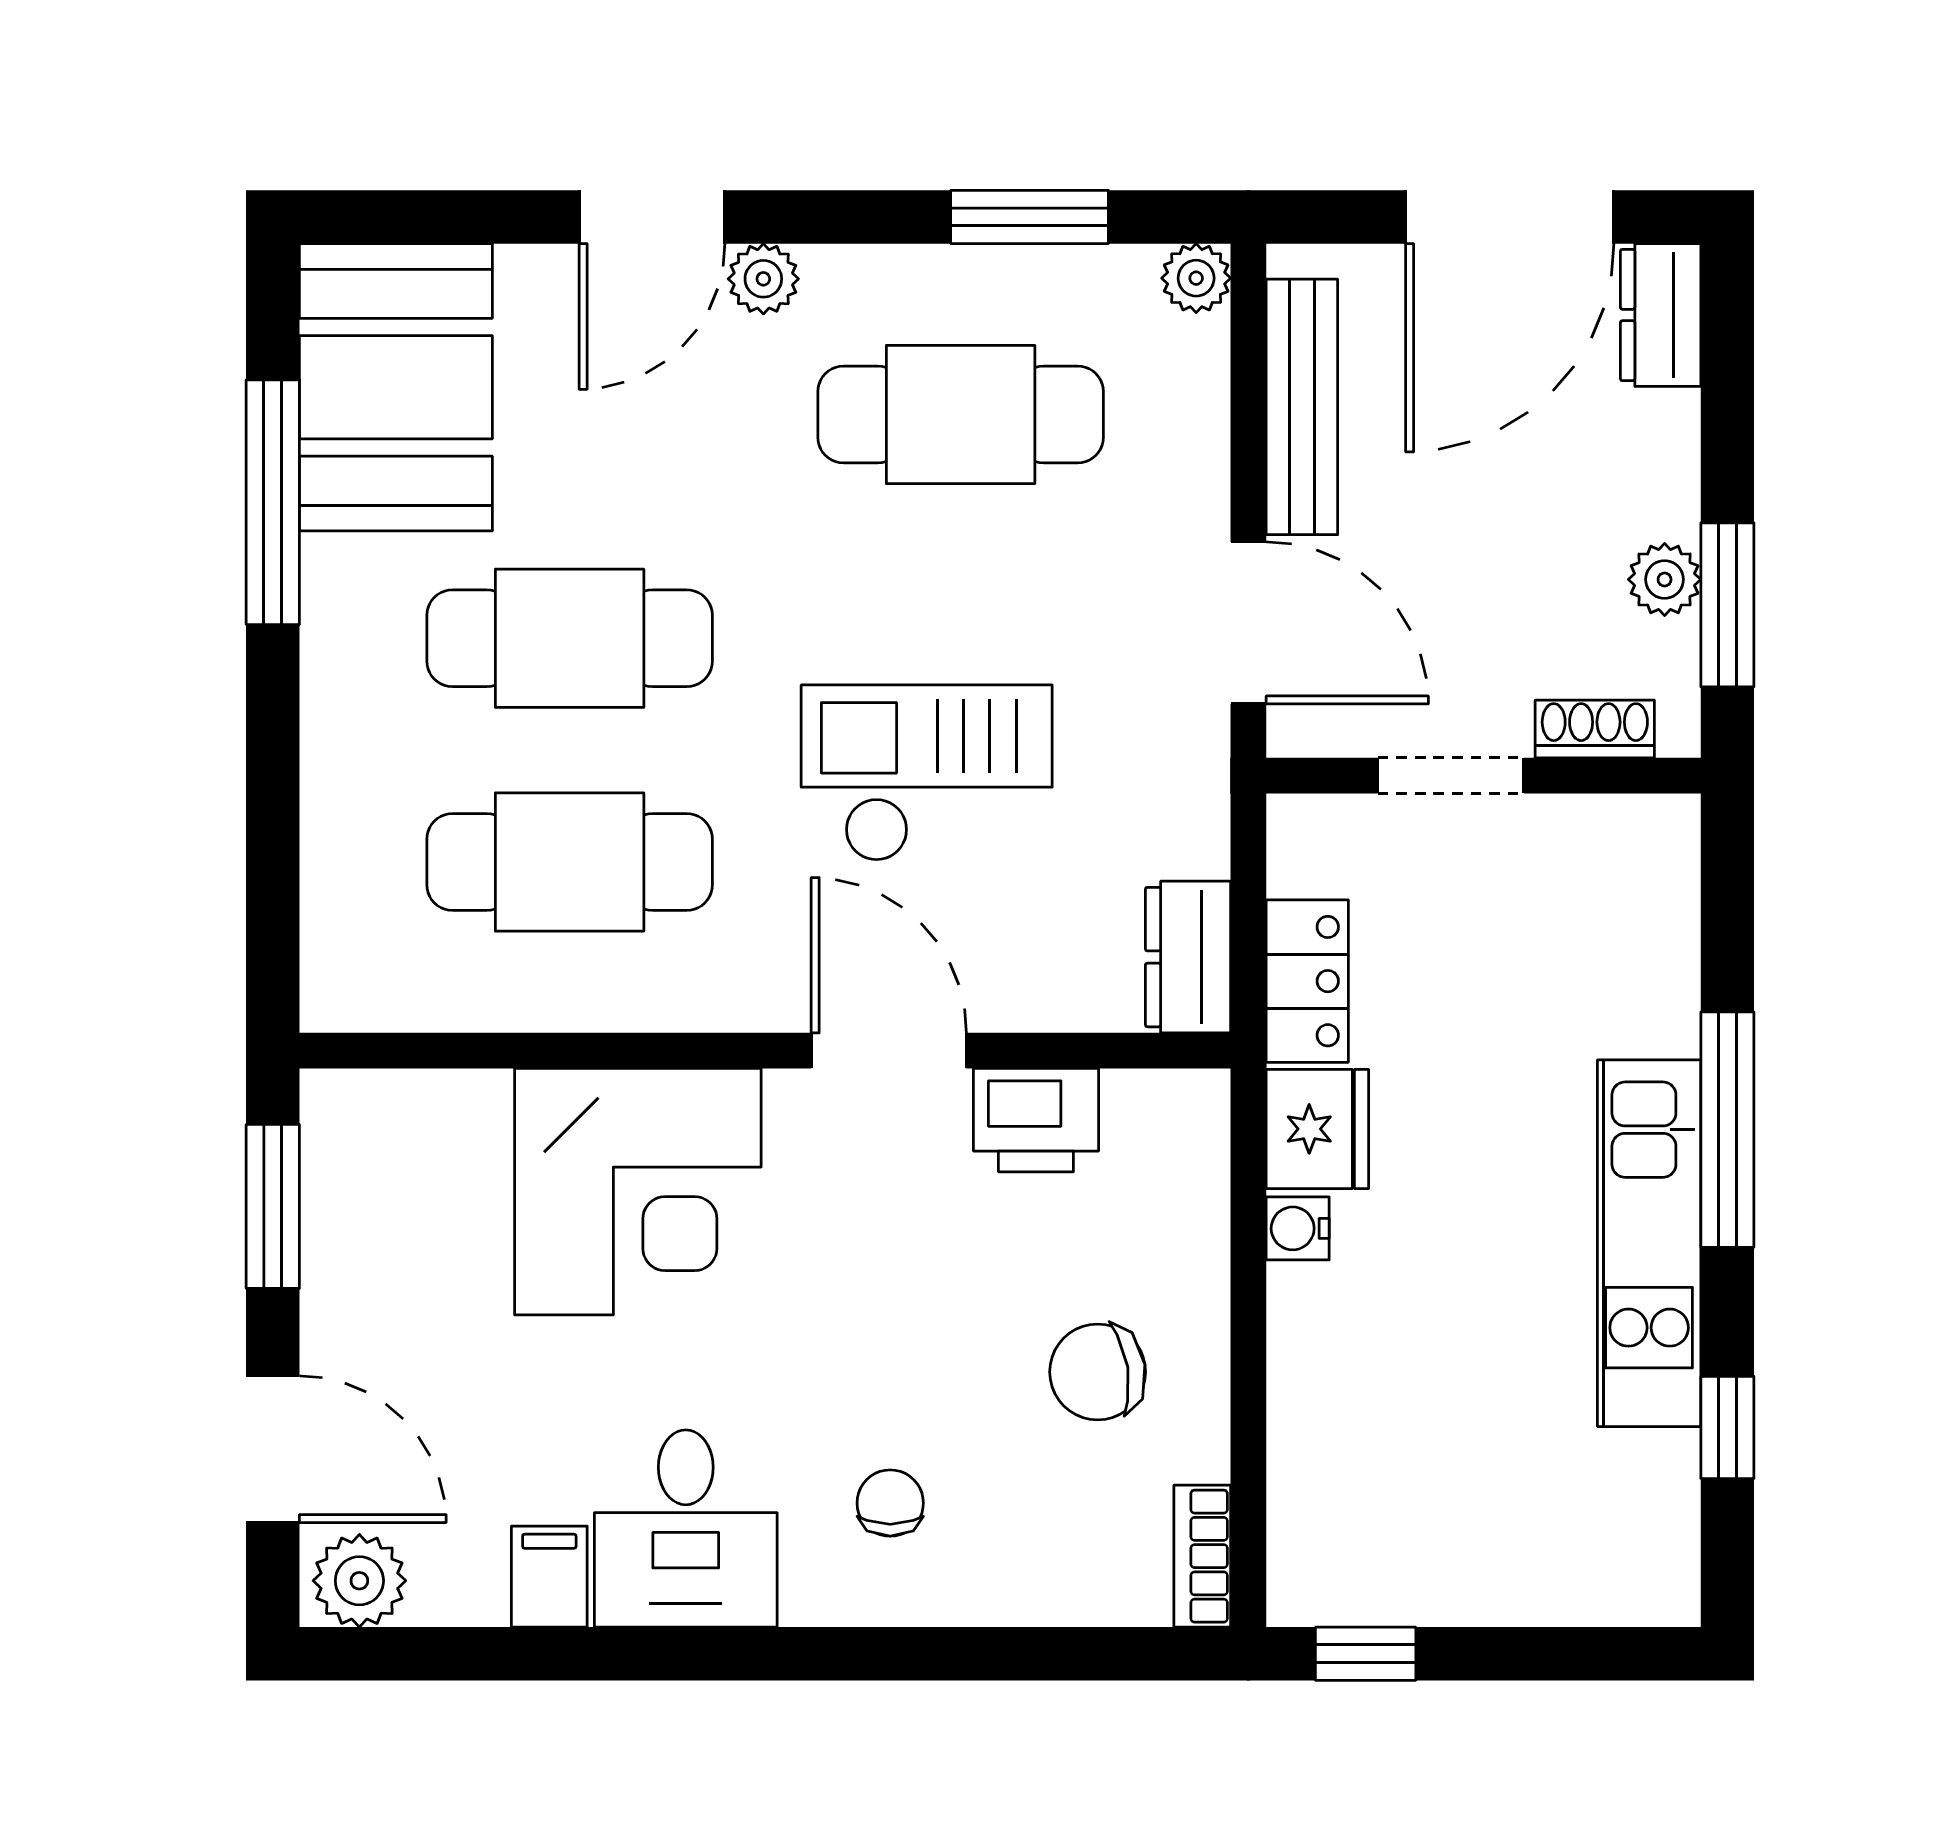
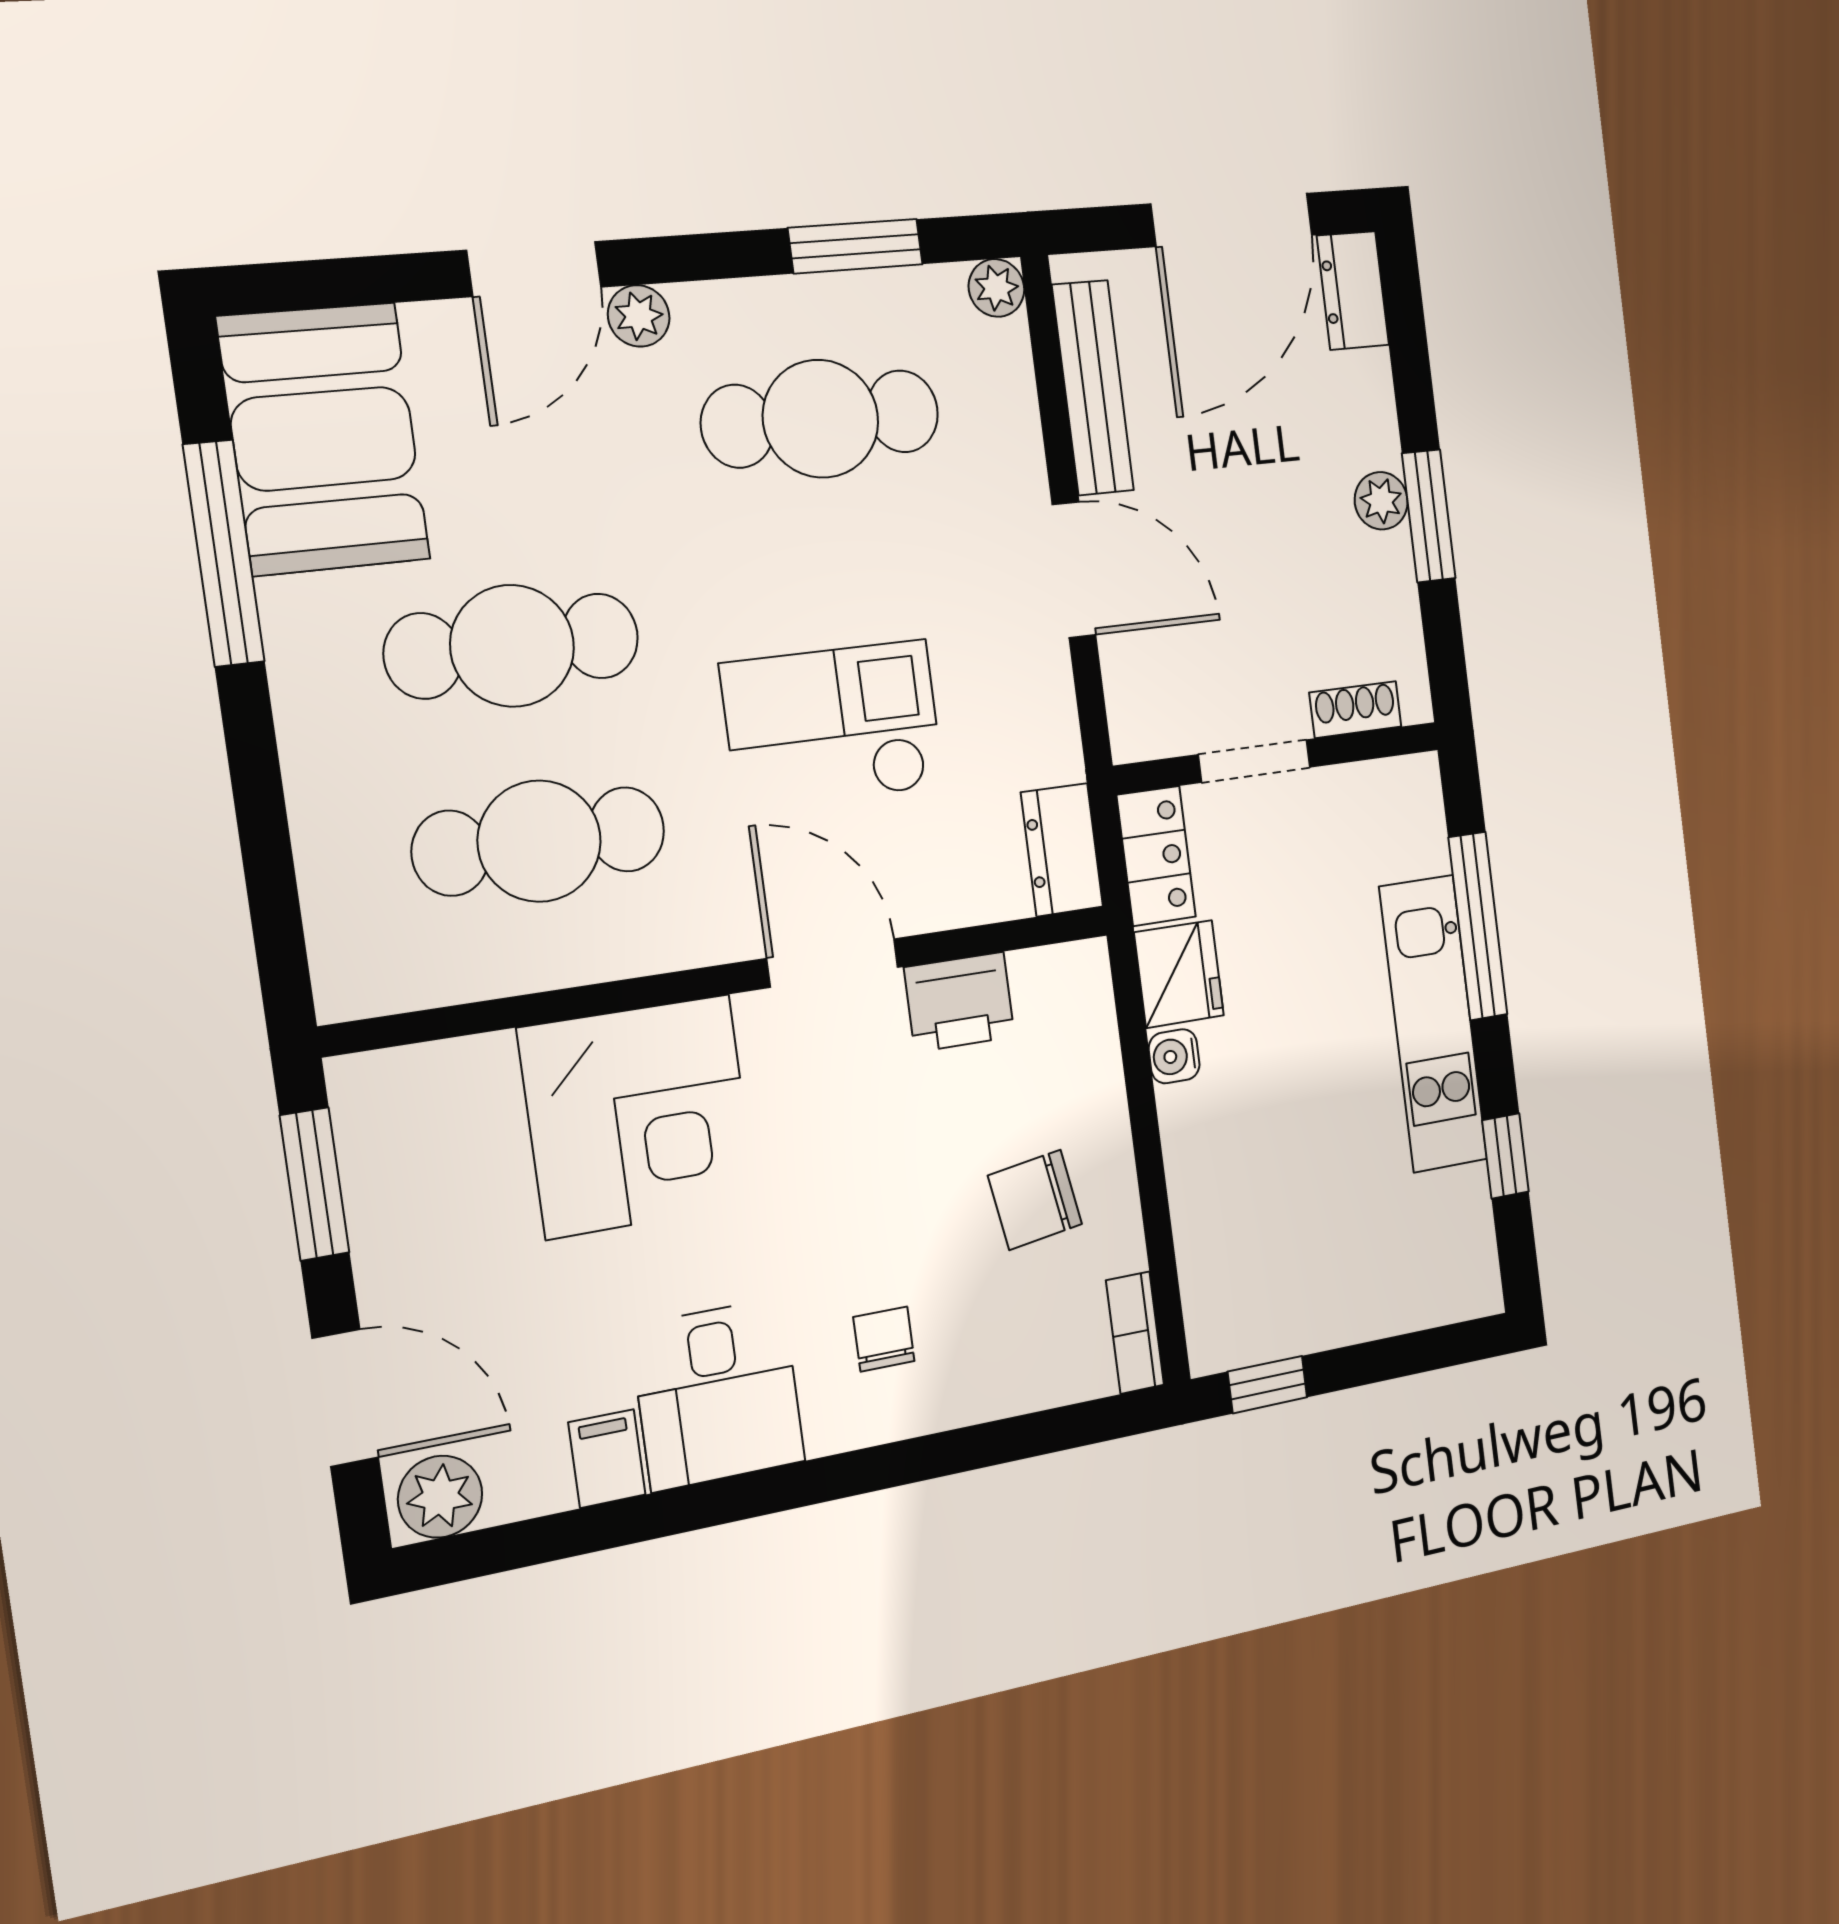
shoe rack: (1595, 729) -> (1355, 710), moved
doorway: (1451, 776) -> (1254, 761), moved
wall: (1483, 776) -> (1278, 758), moved

